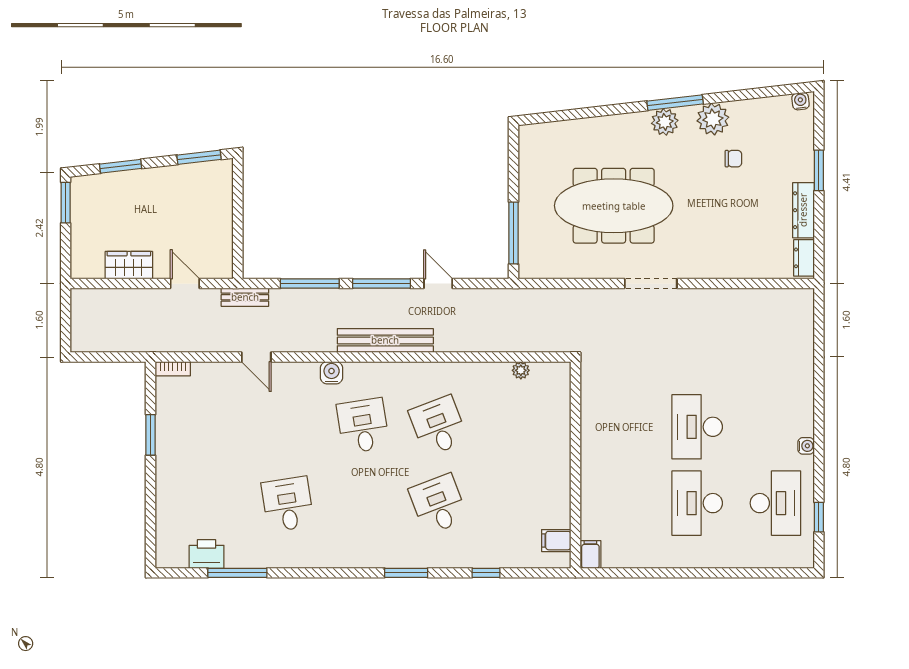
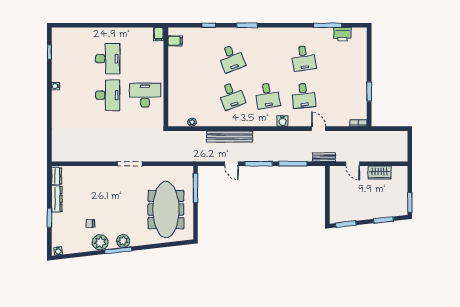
meeting table: (614, 206) -> (166, 209), moved, turned 90
bench: (385, 340) -> (230, 136), moved
desk: (288, 426) -> (304, 96), added
desk: (775, 503) -> (145, 95), moved, turned 90

